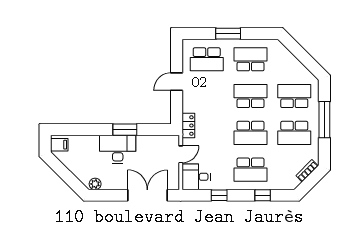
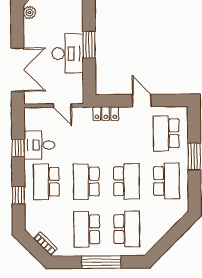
locker: (188, 126) -> (106, 114), moved
desk: (118, 149) -> (68, 54), moved
desk: (196, 177) -> (39, 145), moved, turned -90

